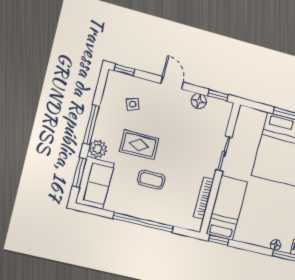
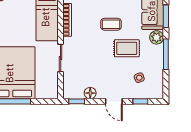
window: (125, 70) -> (140, 101), moved

